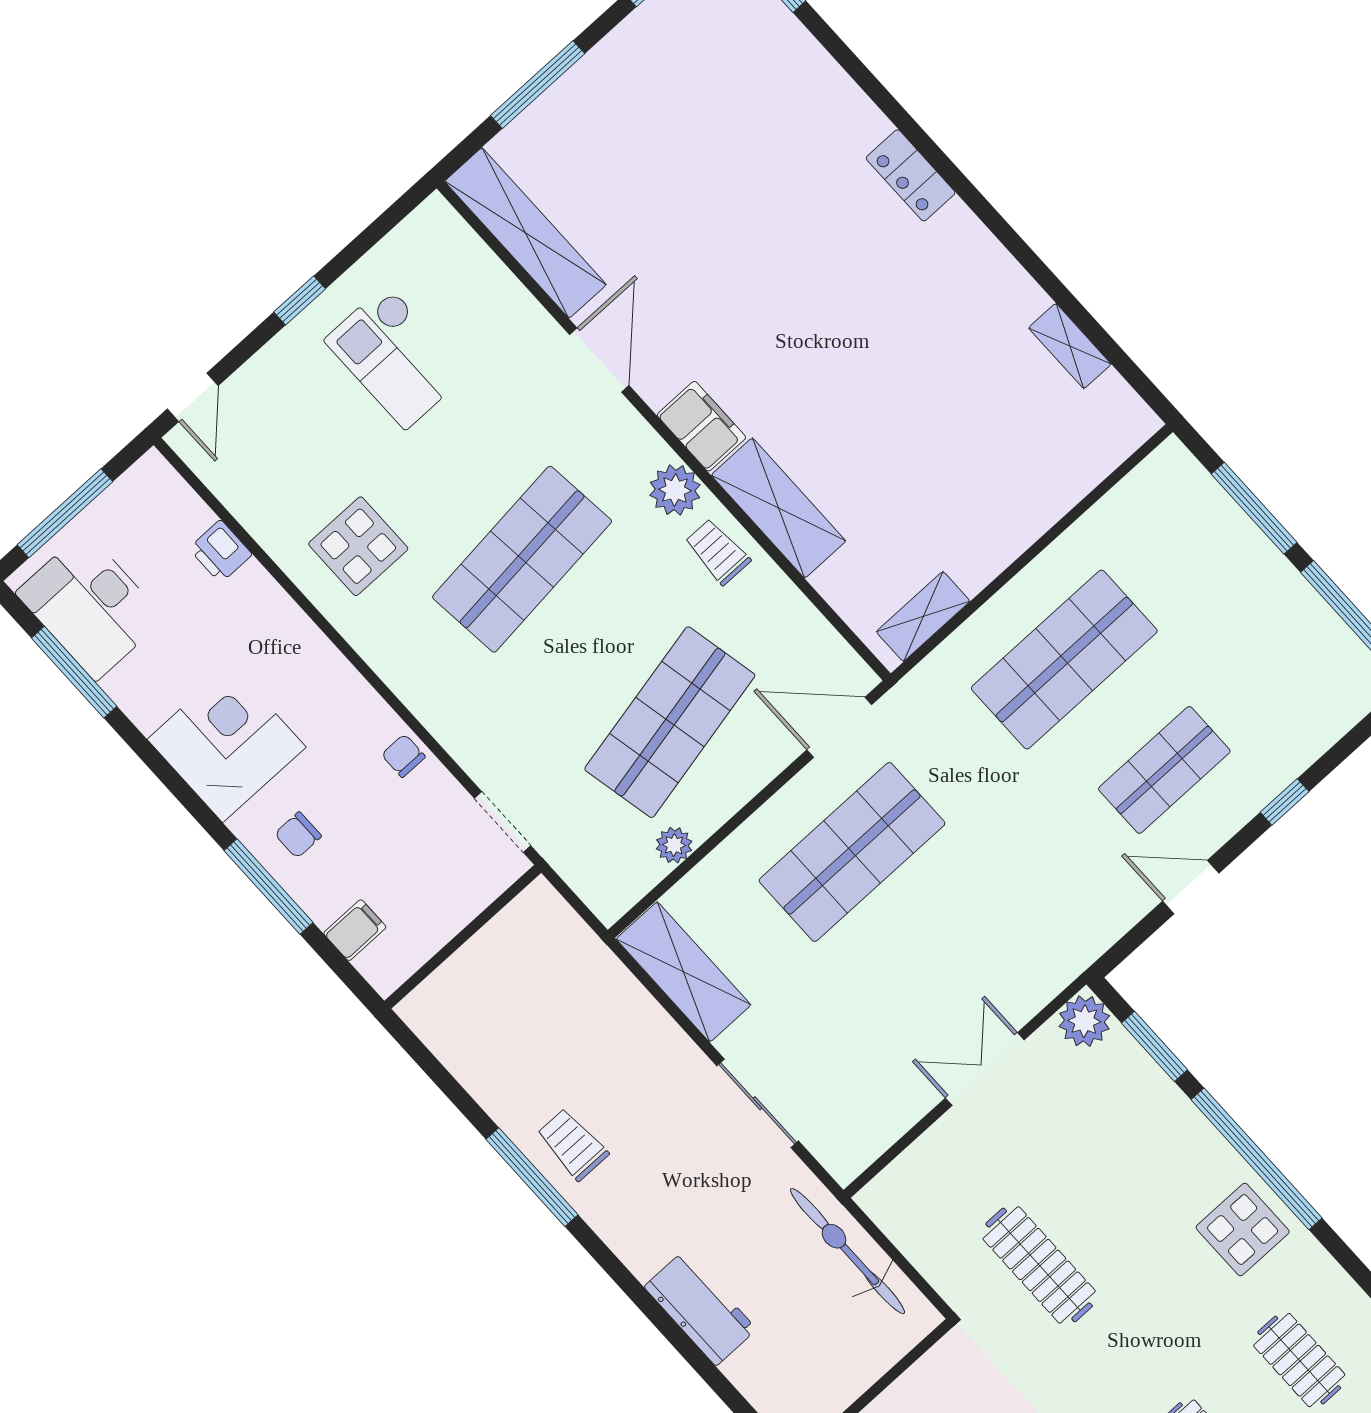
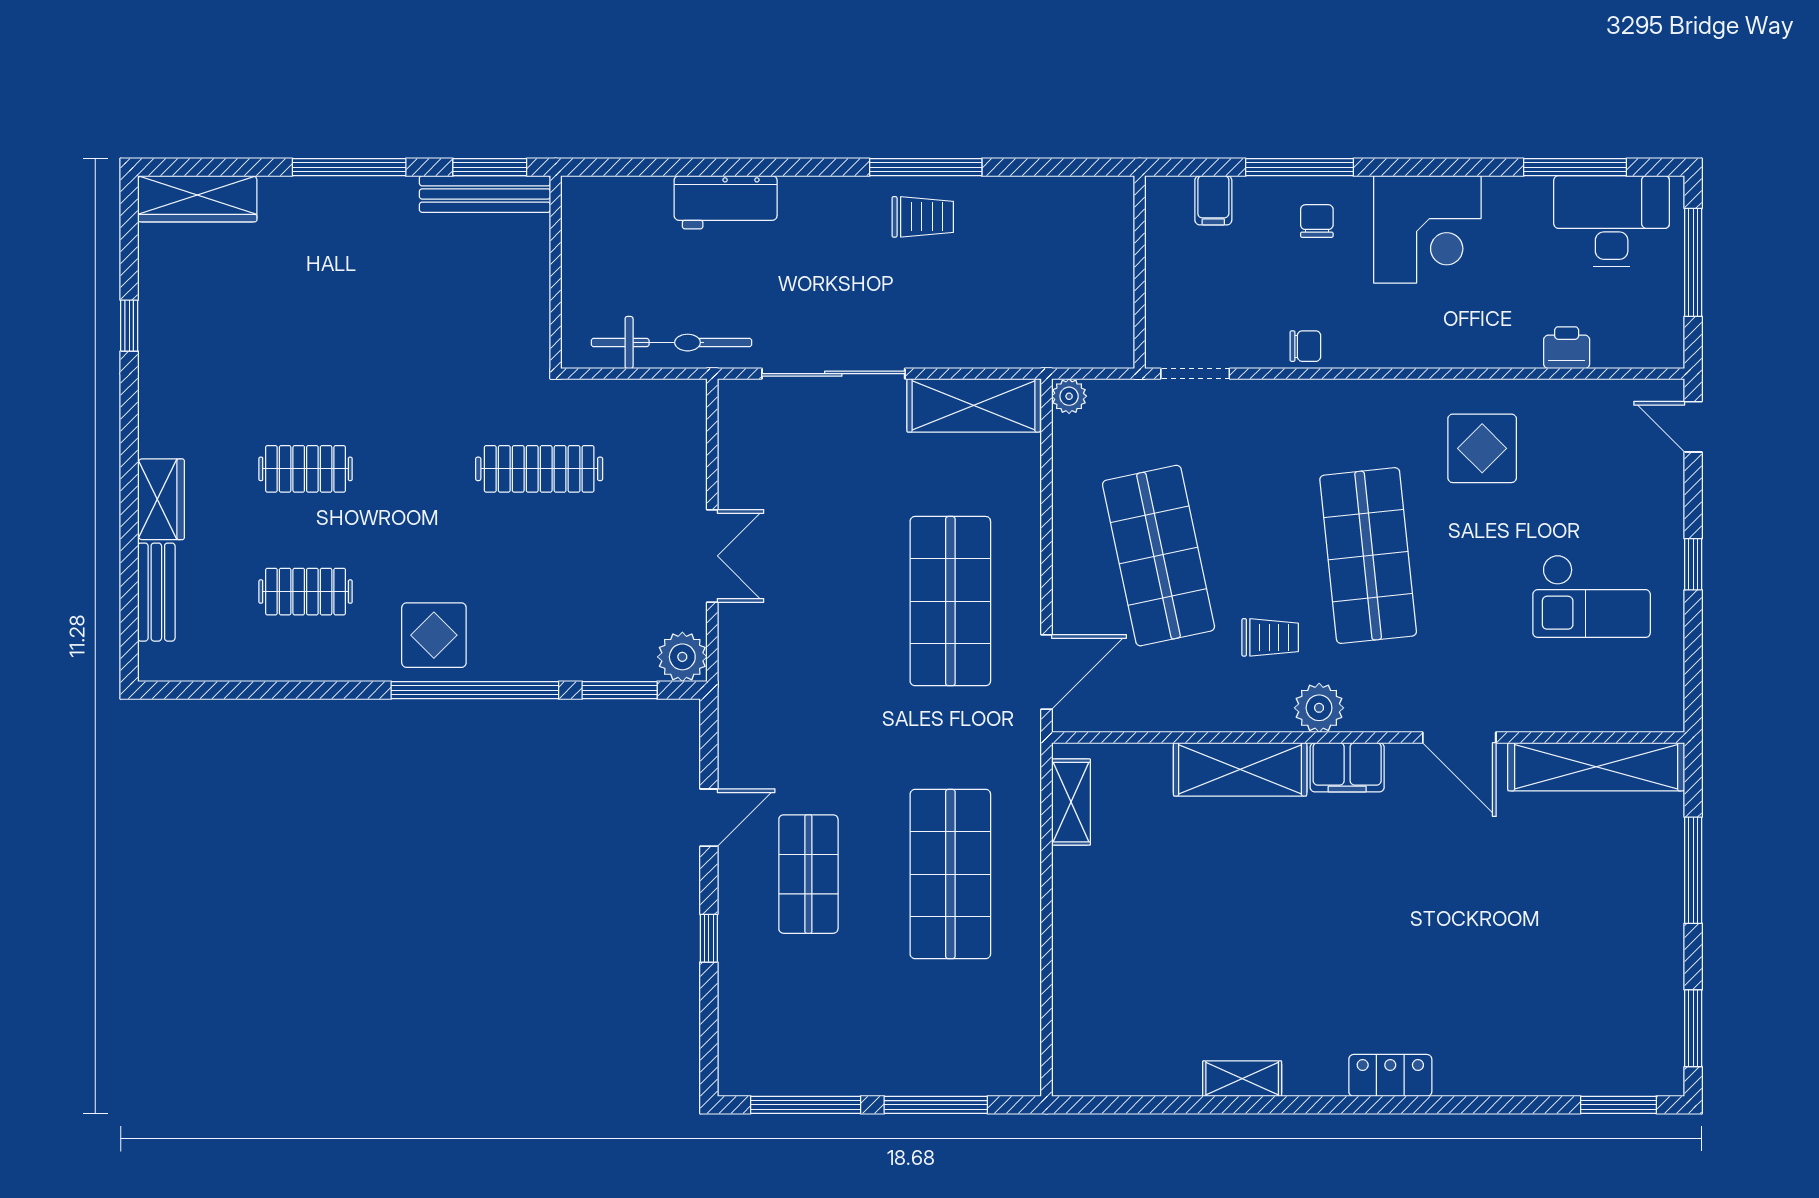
shelving: (1070, 346) -> (1242, 1079), moved
checkout: (396, 357) -> (1592, 596), turned 180
trolley: (718, 552) -> (1270, 637), moved
plant: (674, 845) -> (1069, 396), moved
sliding door: (758, 1103) -> (833, 374), width x1.37

